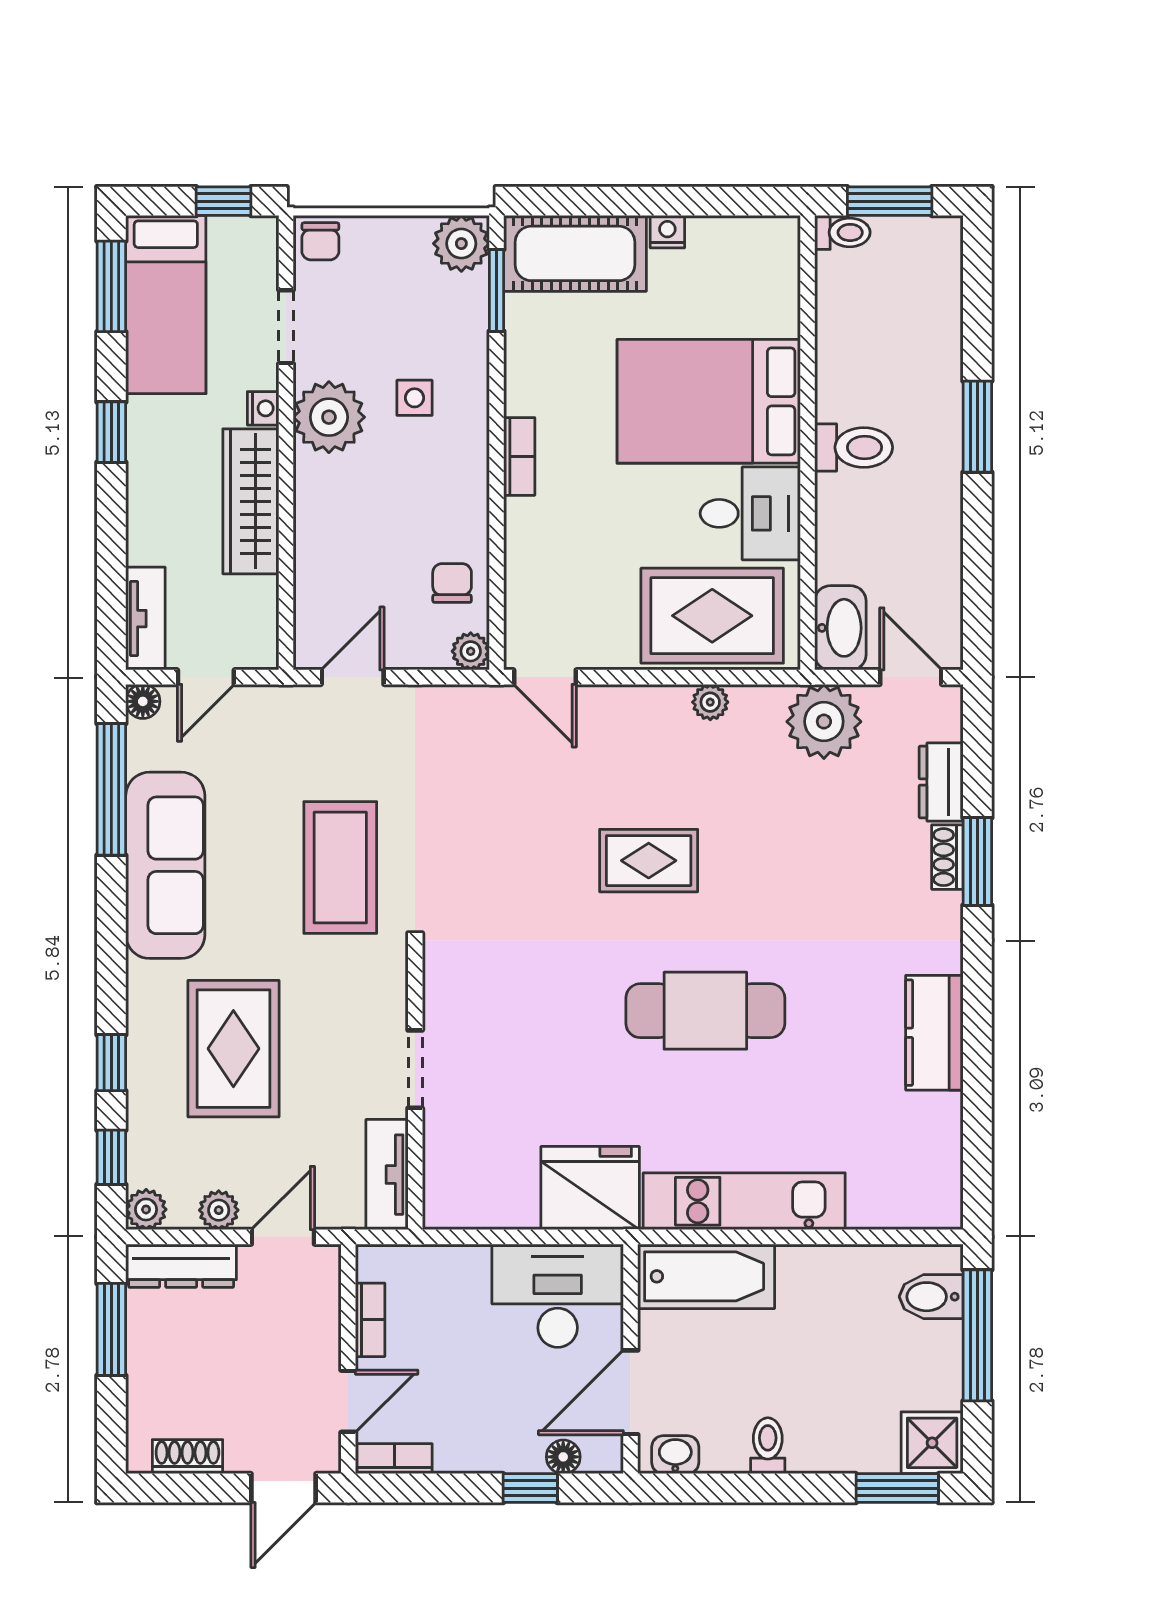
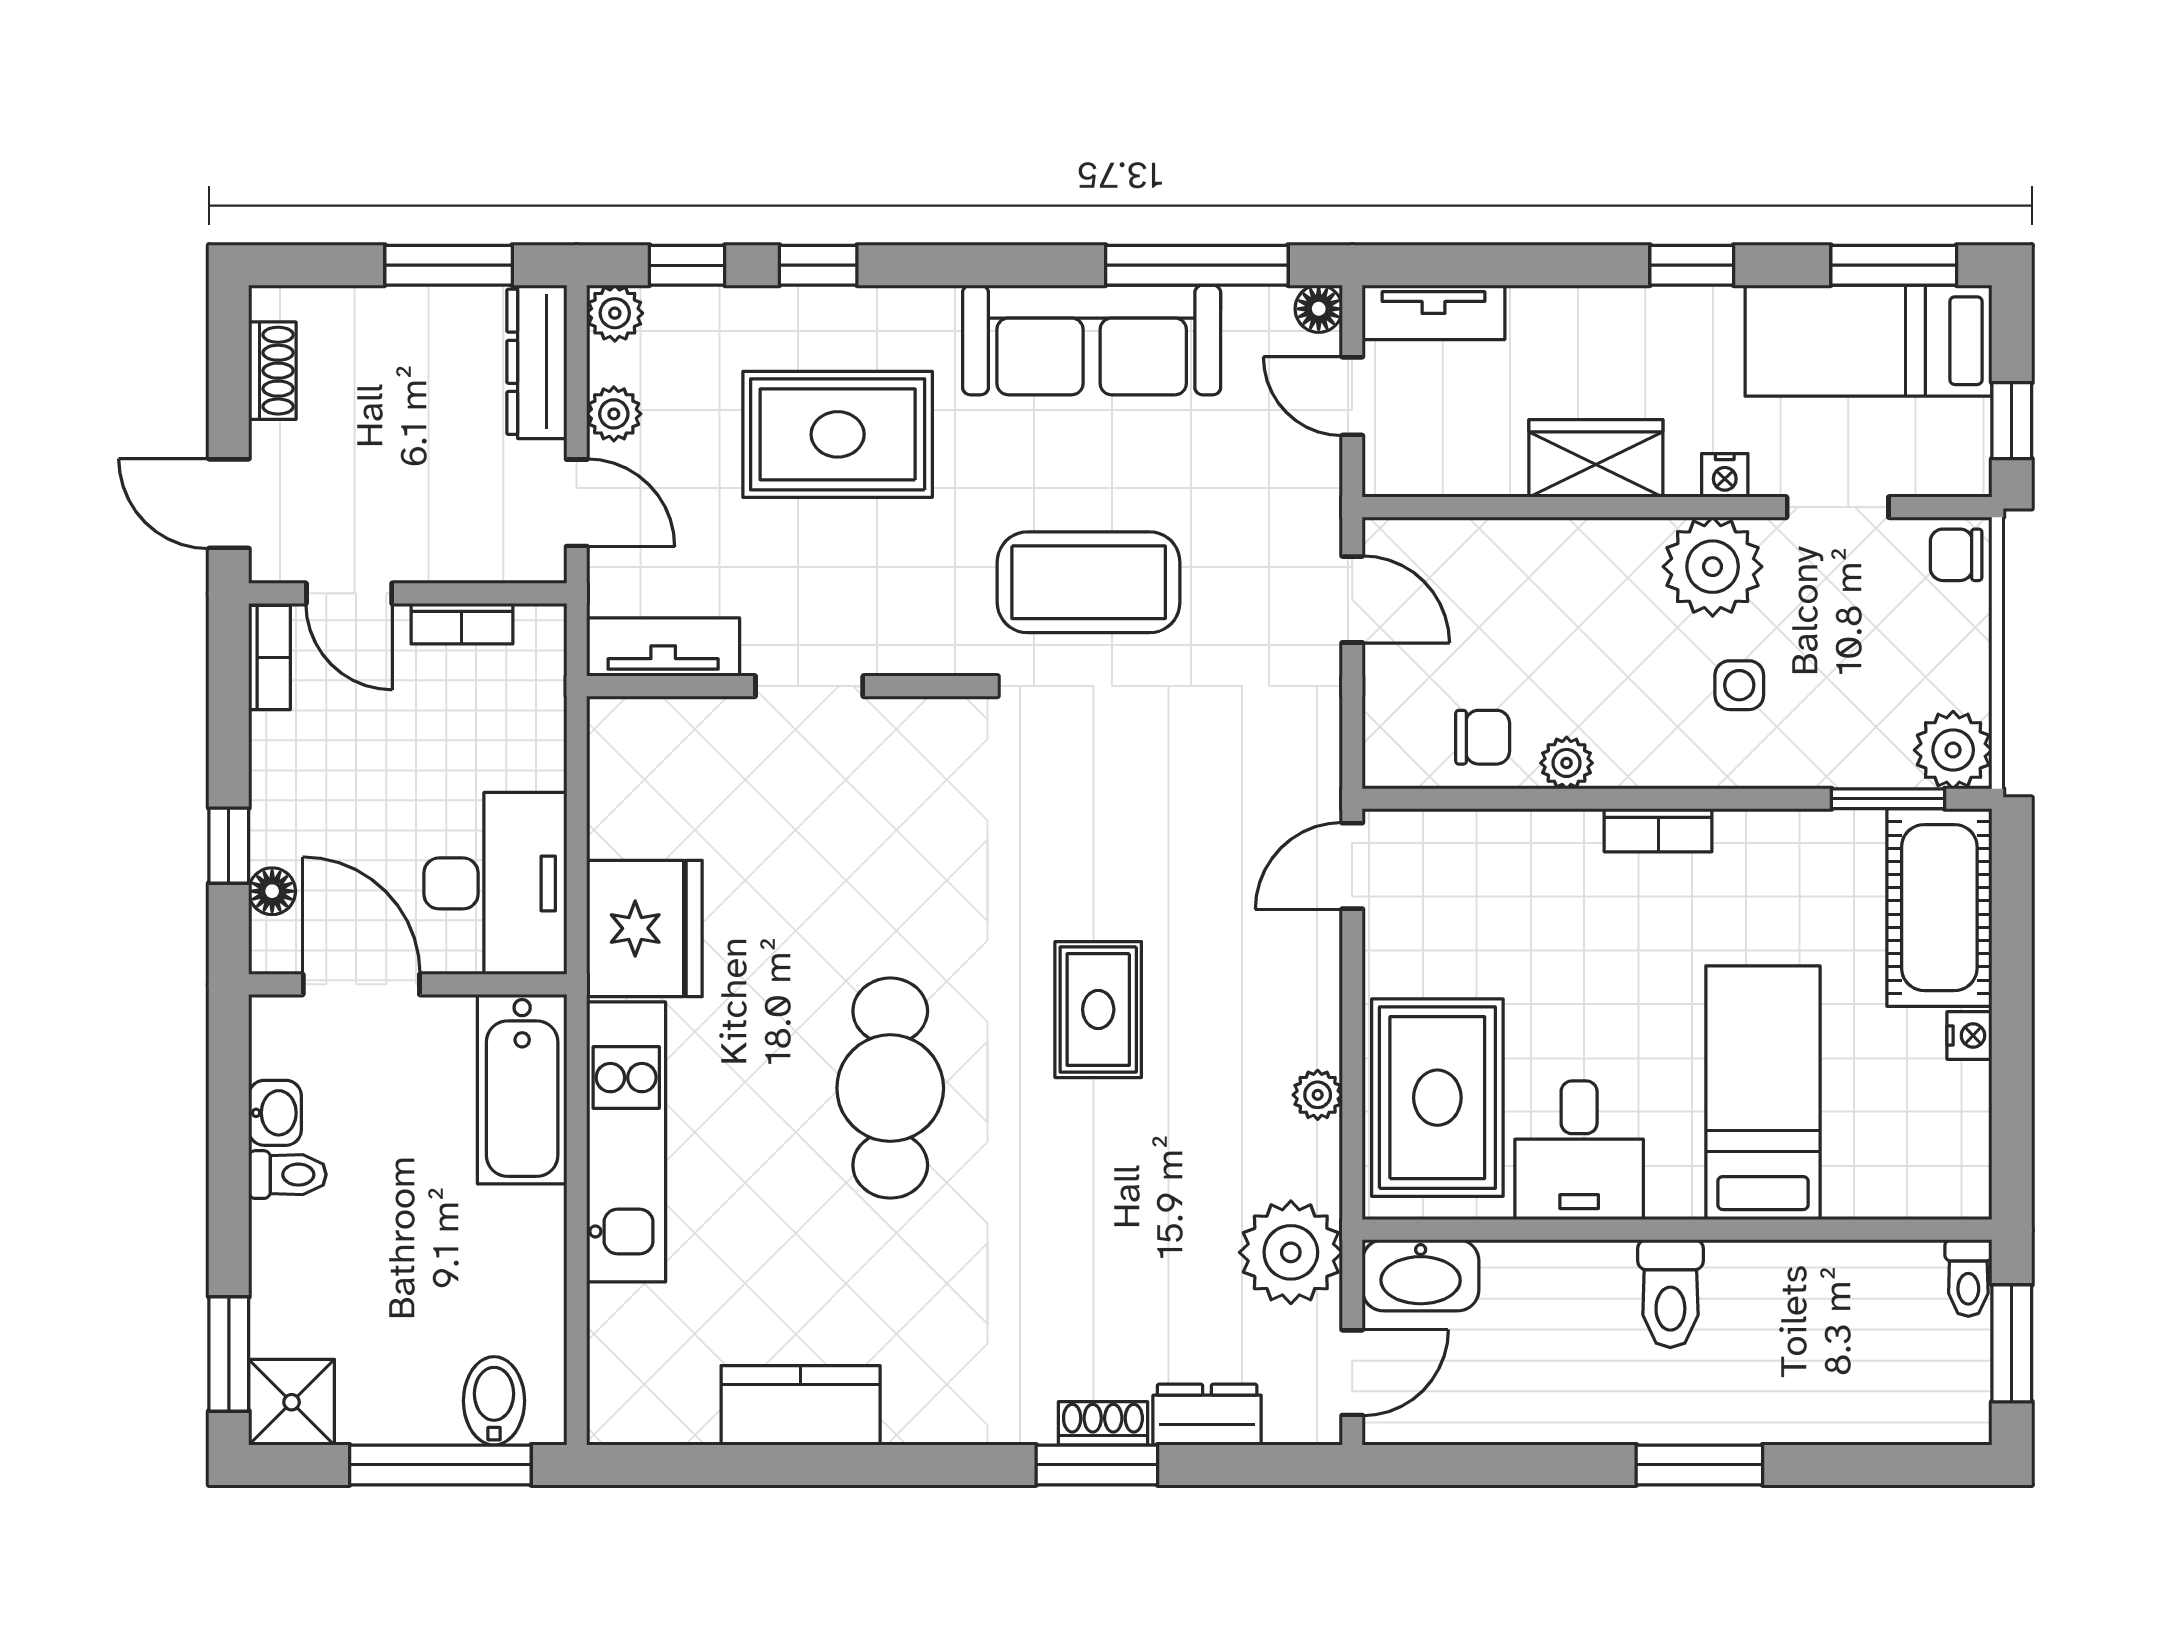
bed: (709, 401) -> (1763, 1093), width x0.67
wardrobe: (251, 501) -> (1596, 458), width x0.67
plant: (471, 651) -> (1567, 763), moved
kitchen counter: (934, 1033) -> (801, 1405), moved
washbasin: (675, 1455) -> (275, 1113), moved

